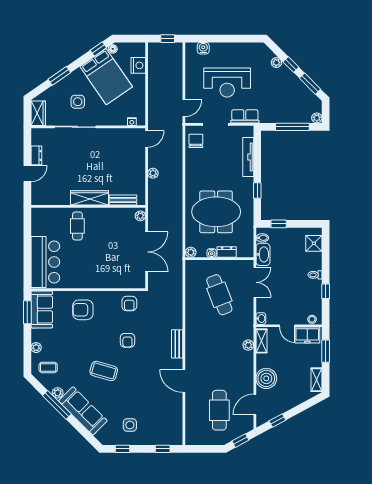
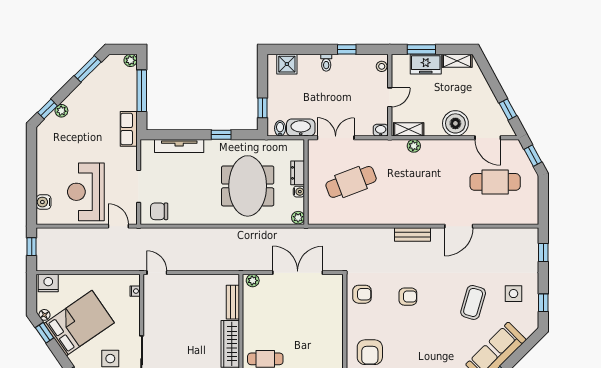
nightstand: (138, 65) -> (48, 283), moved
window: (291, 65) -> (47, 109), moved
reception desk: (227, 83) -> (86, 192), moved, turned 180
row of seats: (245, 116) -> (129, 129), moved
plant: (153, 173) -> (199, 265), removed
freezer: (307, 335) -> (426, 64), moved, turned 90
coffee table: (104, 371) -> (473, 302), moved

